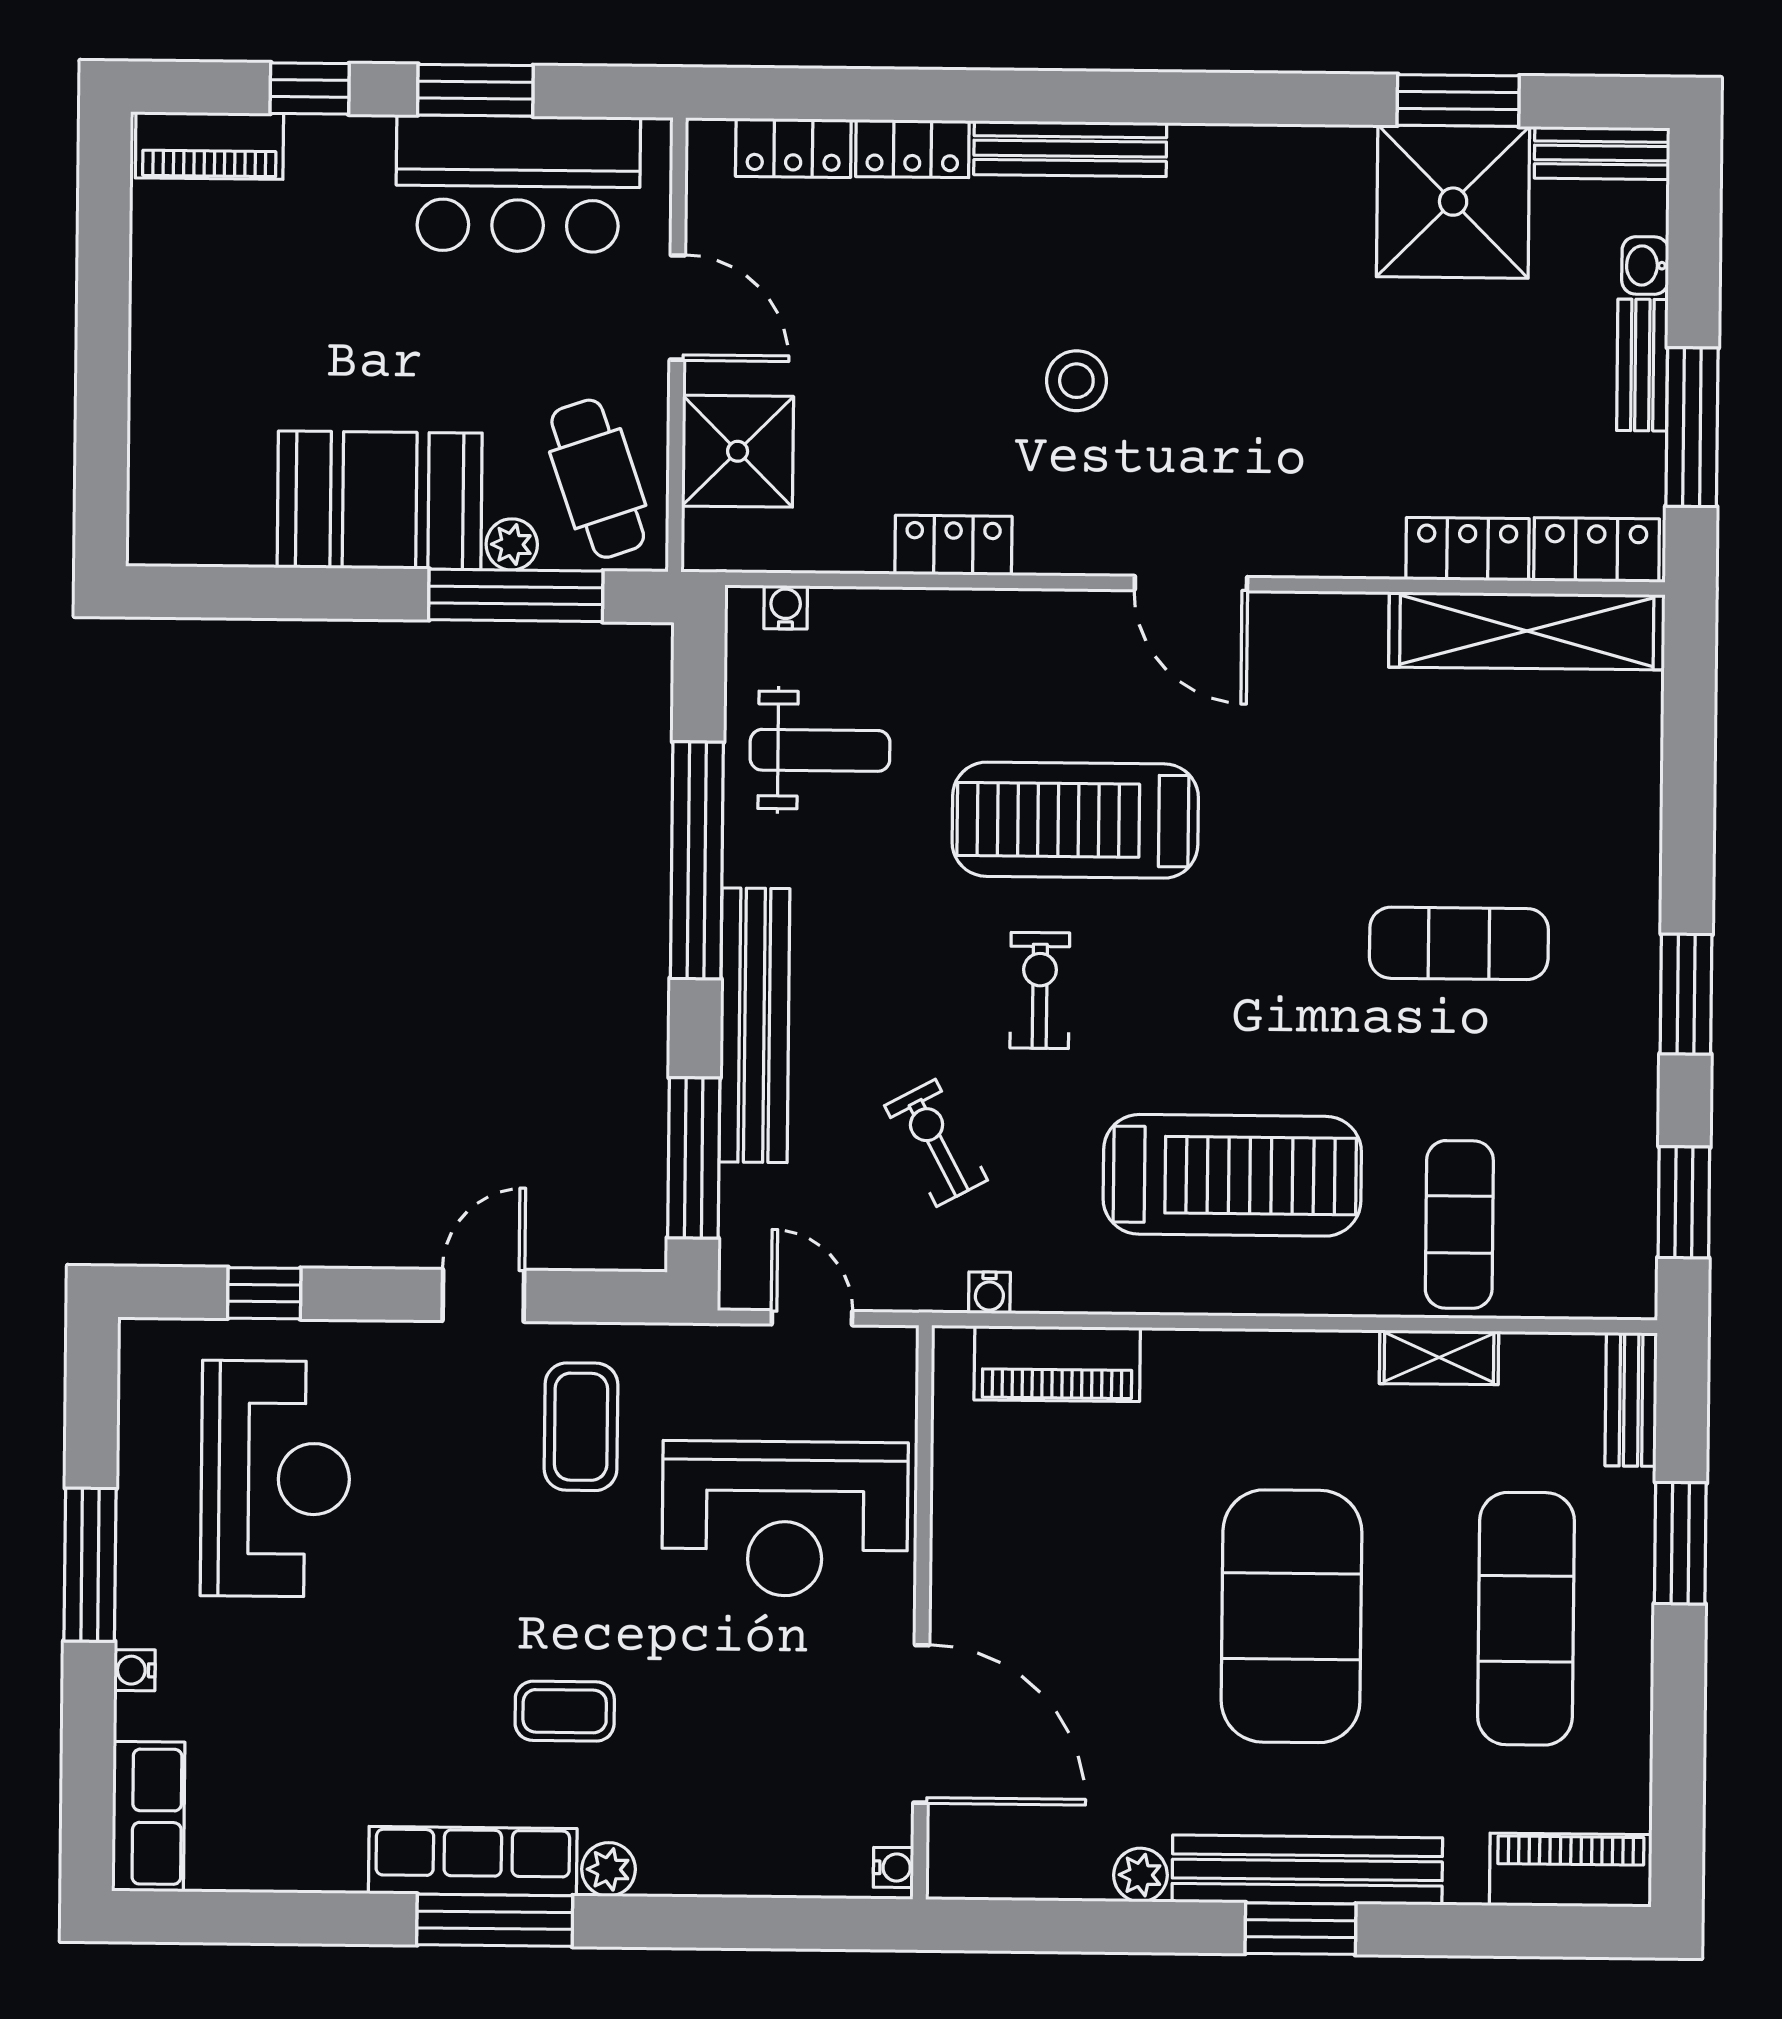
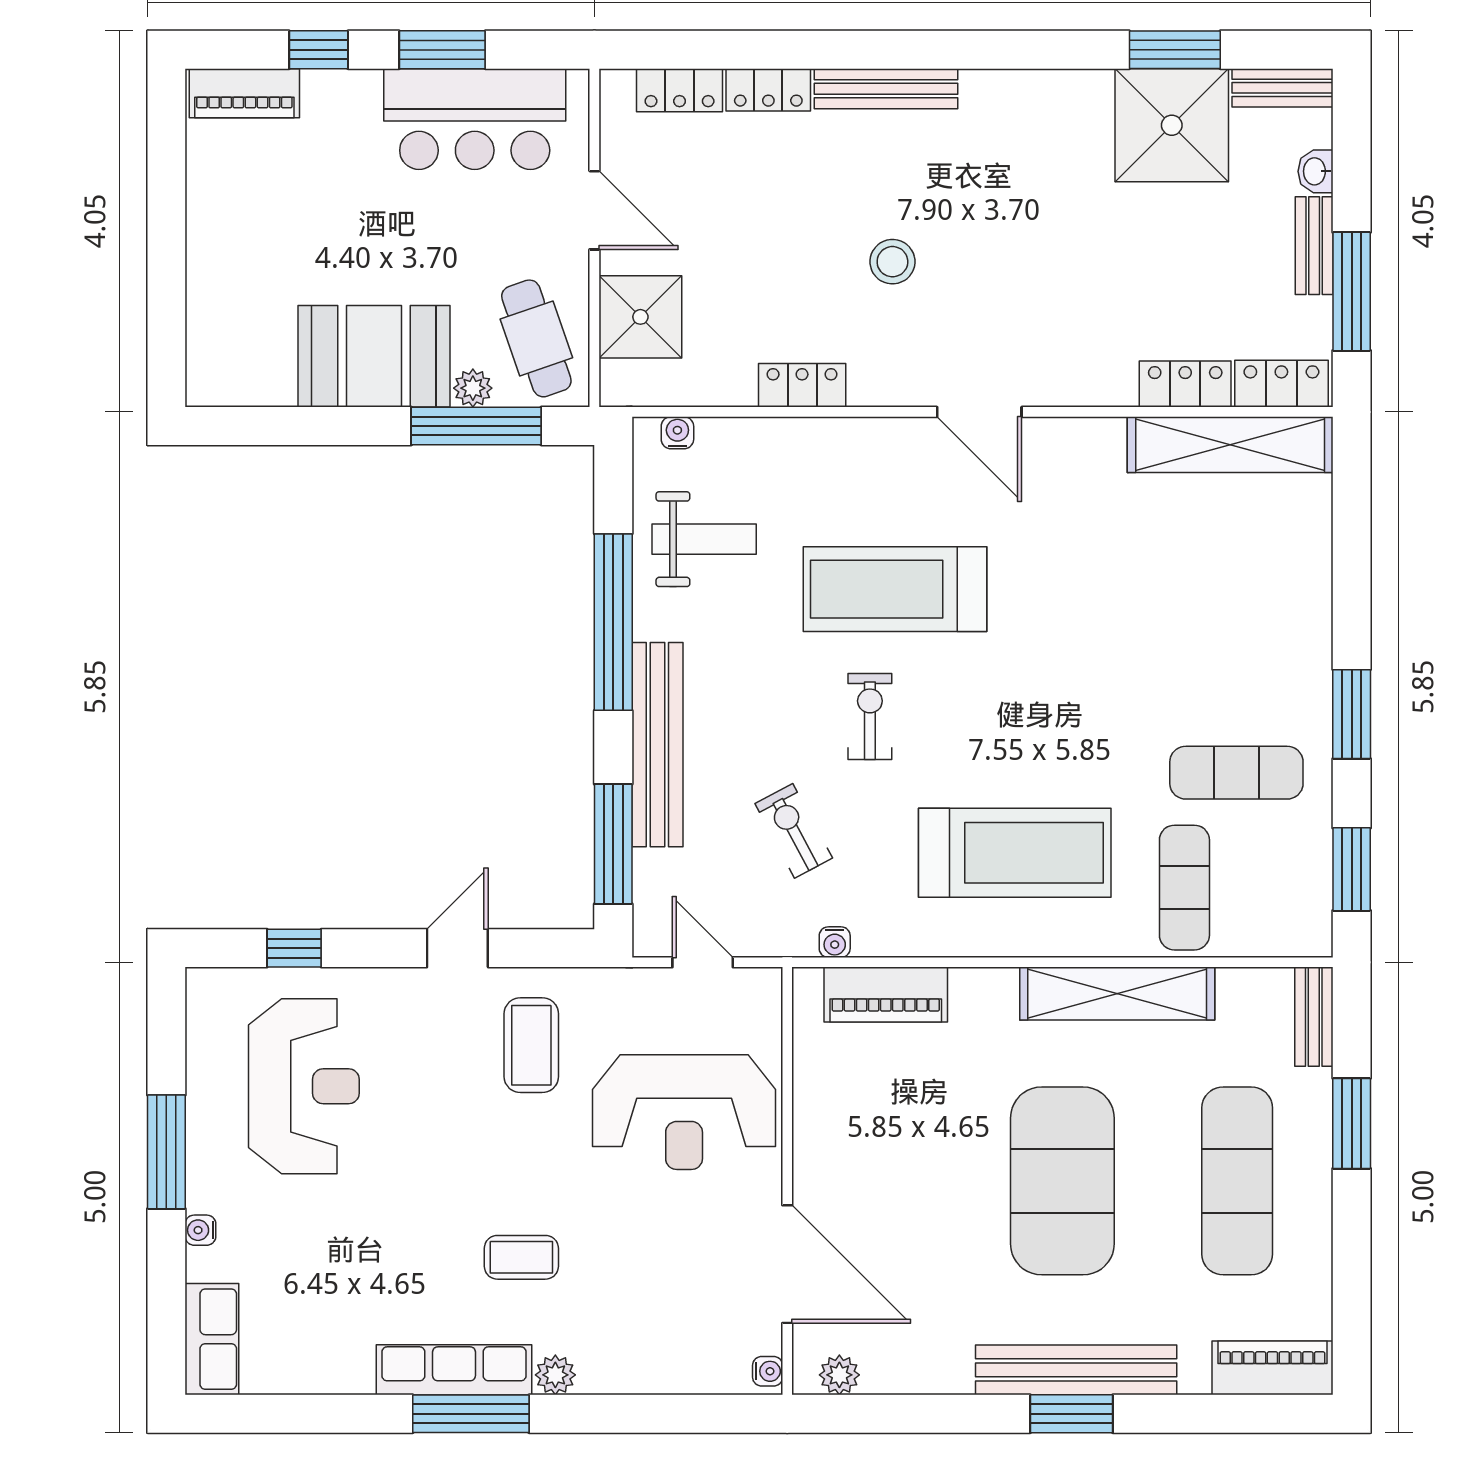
exercise mat: (1459, 943) -> (1236, 773), moved
shelving: (1439, 1357) -> (1117, 993), width x2.20, depth x1.33
plant: (1140, 1875) -> (839, 1375), moved

